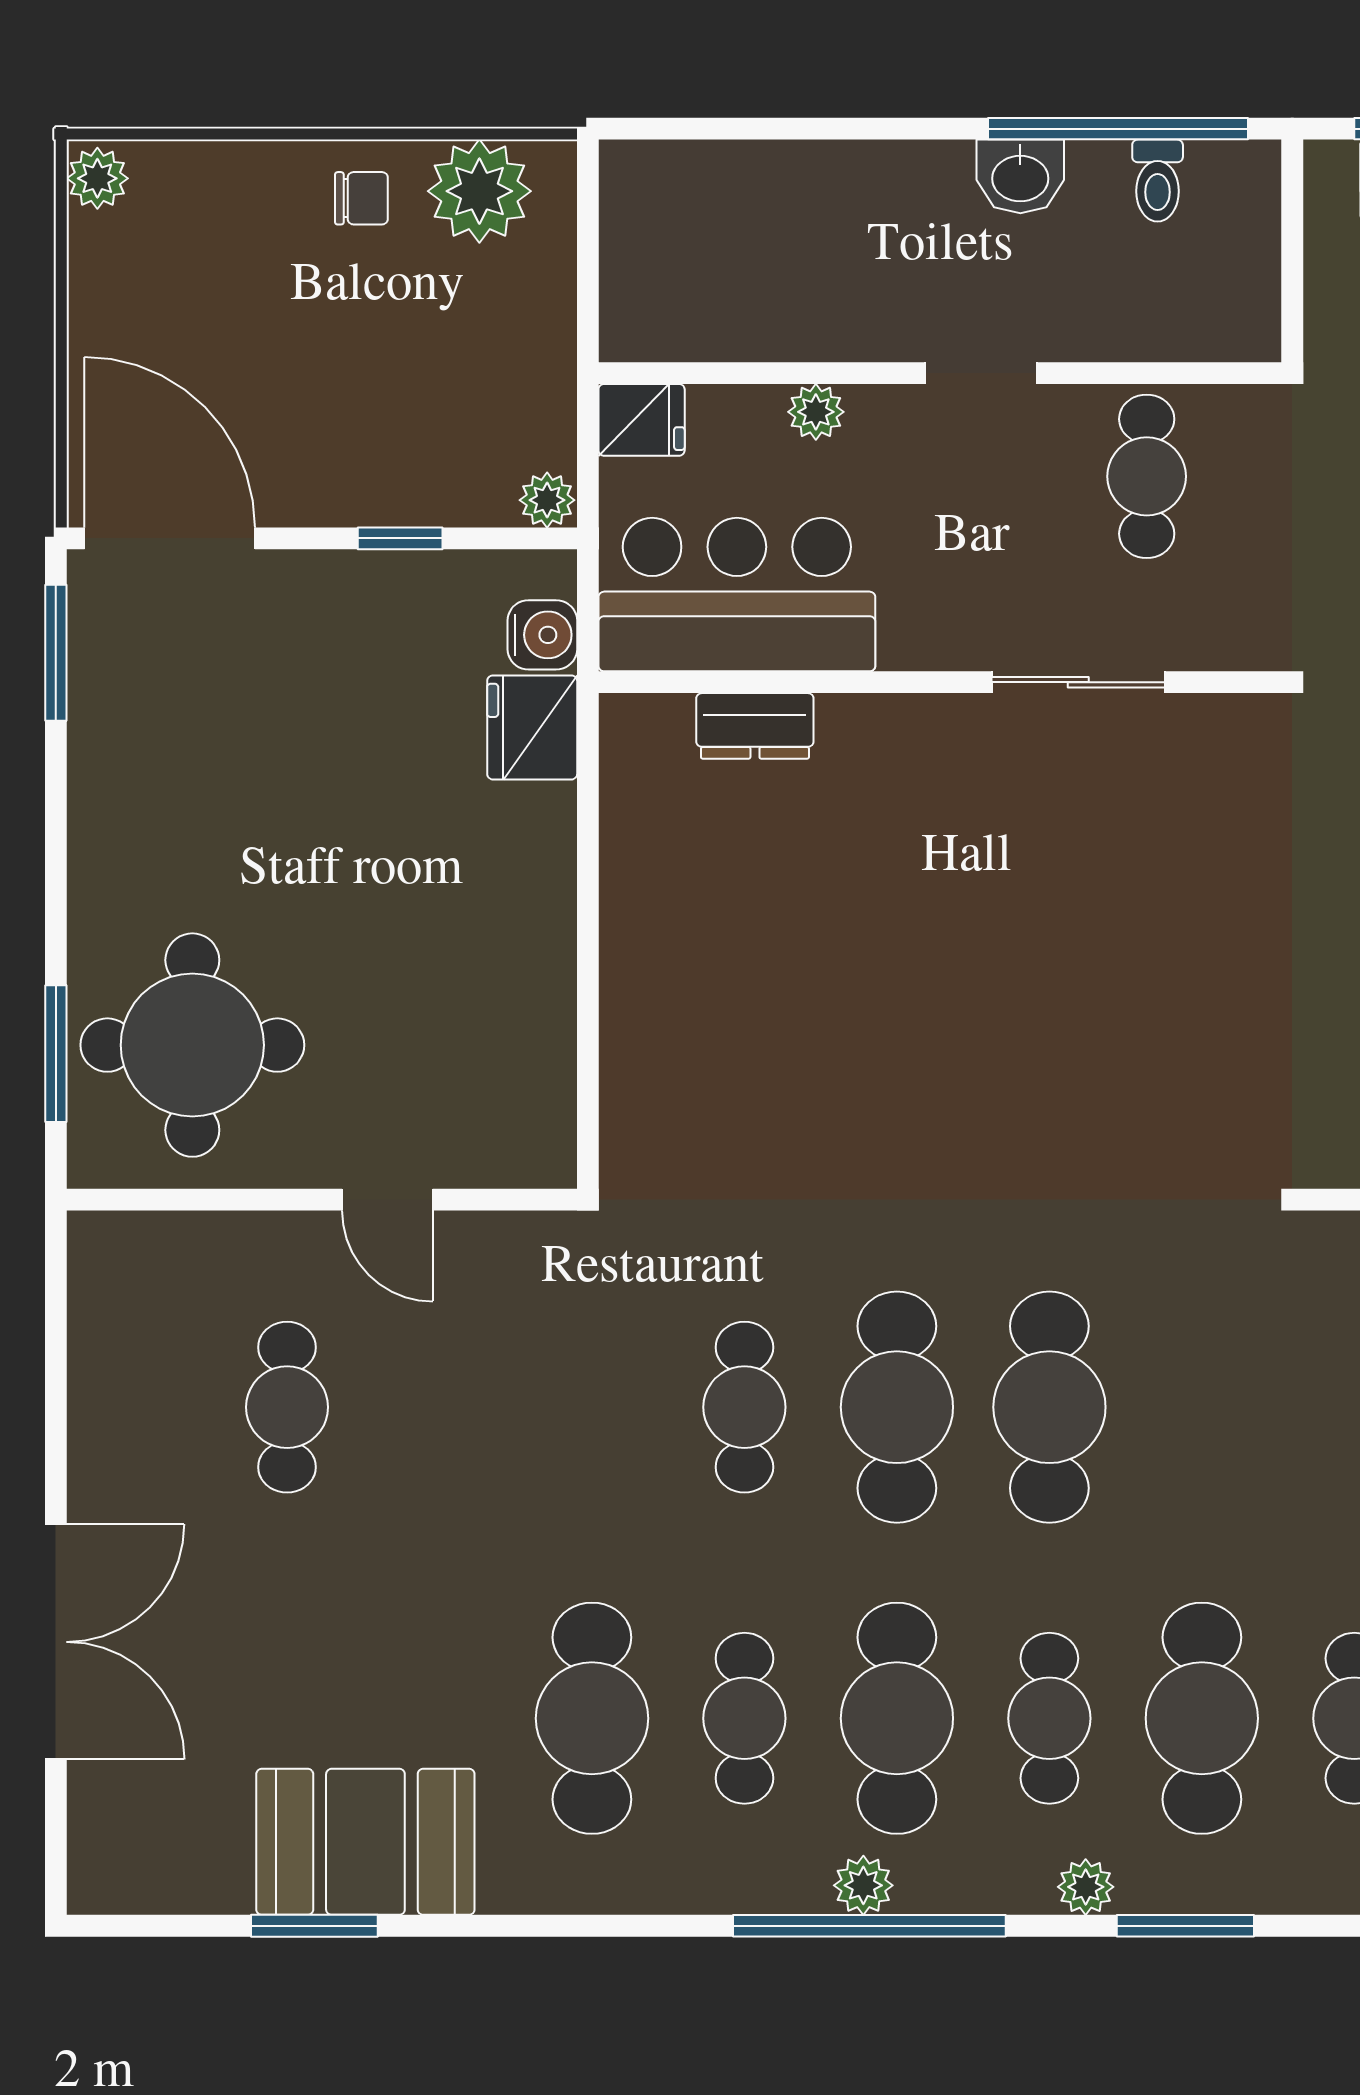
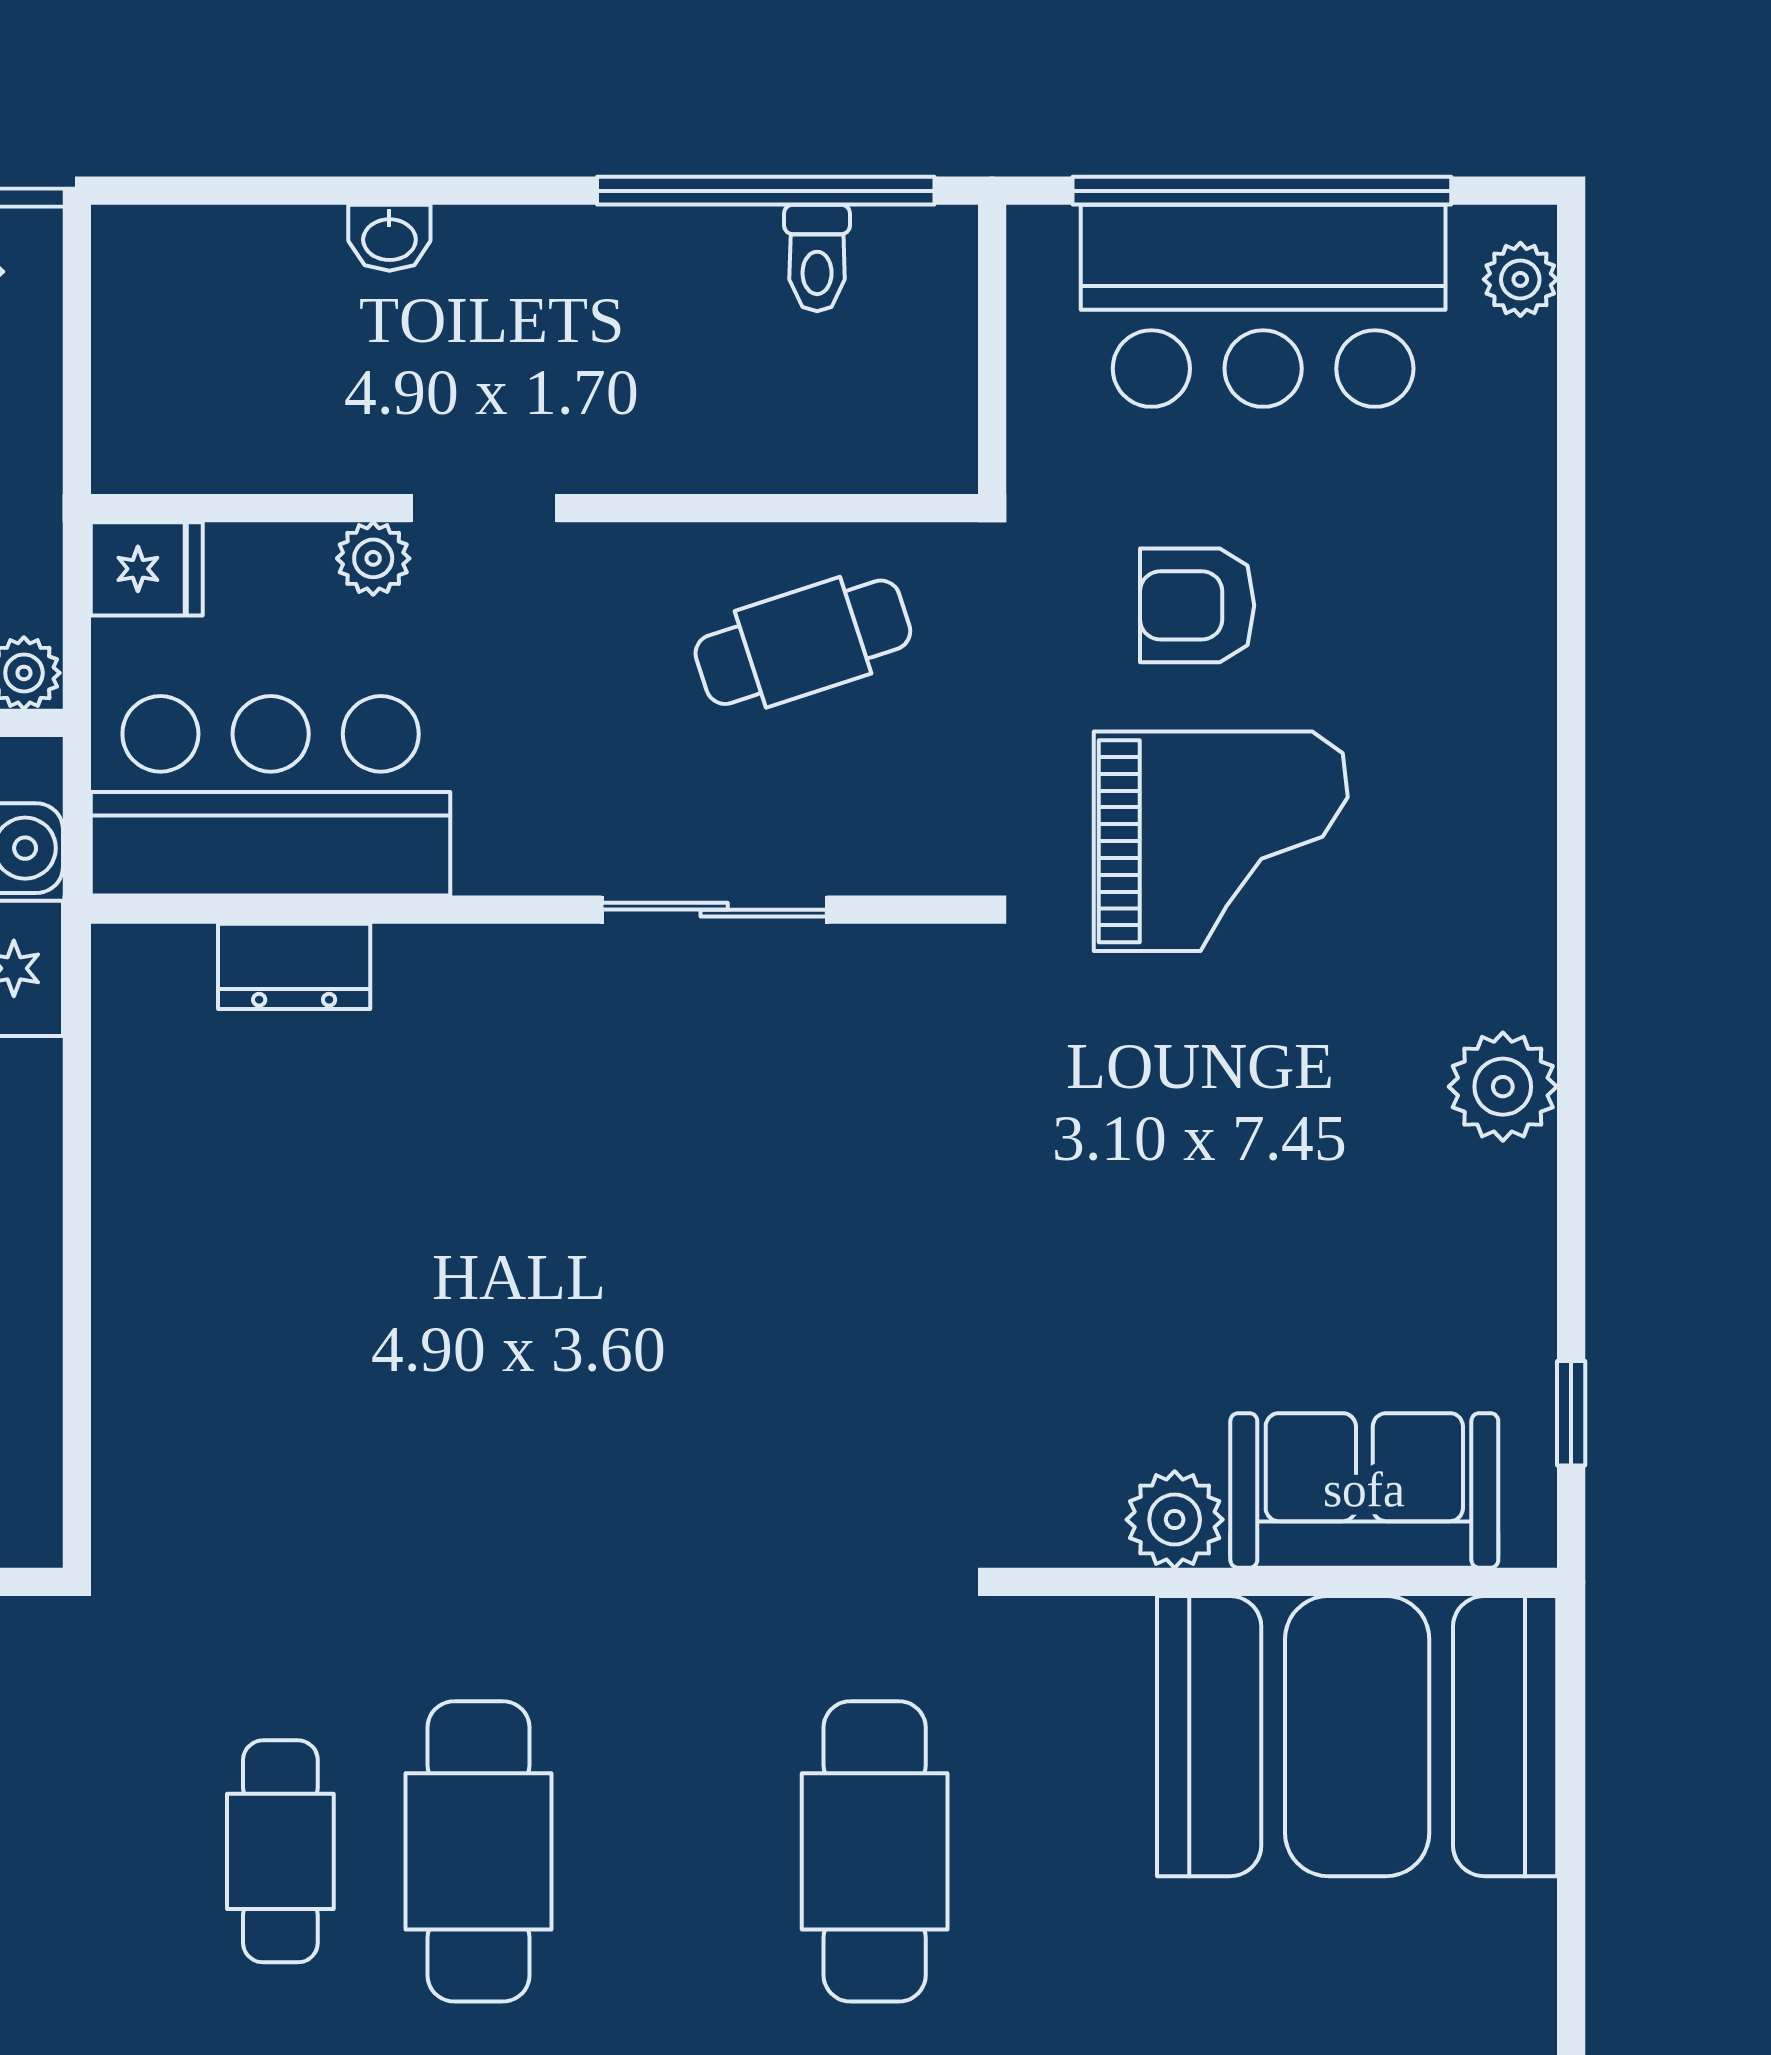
washbasin: (1020, 176) -> (389, 238), moved, width x0.72, depth x0.69
doorway: (981, 373) -> (484, 508), moved
cafe table: (1147, 476) -> (803, 642), turned 72
cafe table: (1049, 1407) -> (875, 1851), moved

